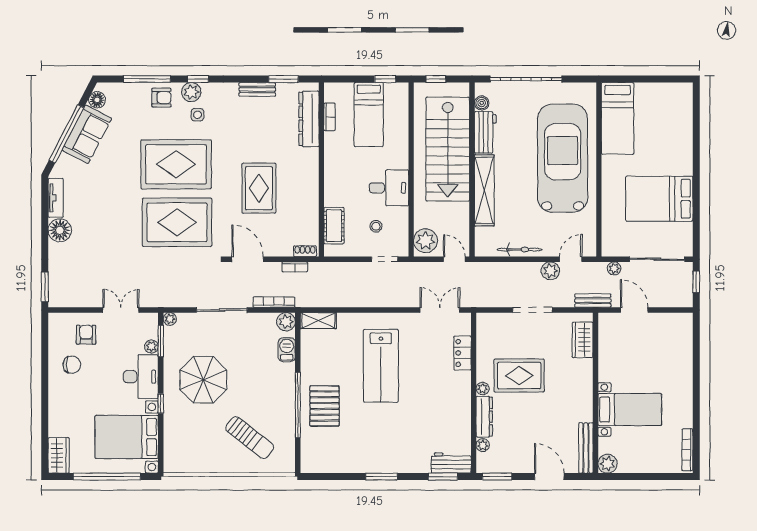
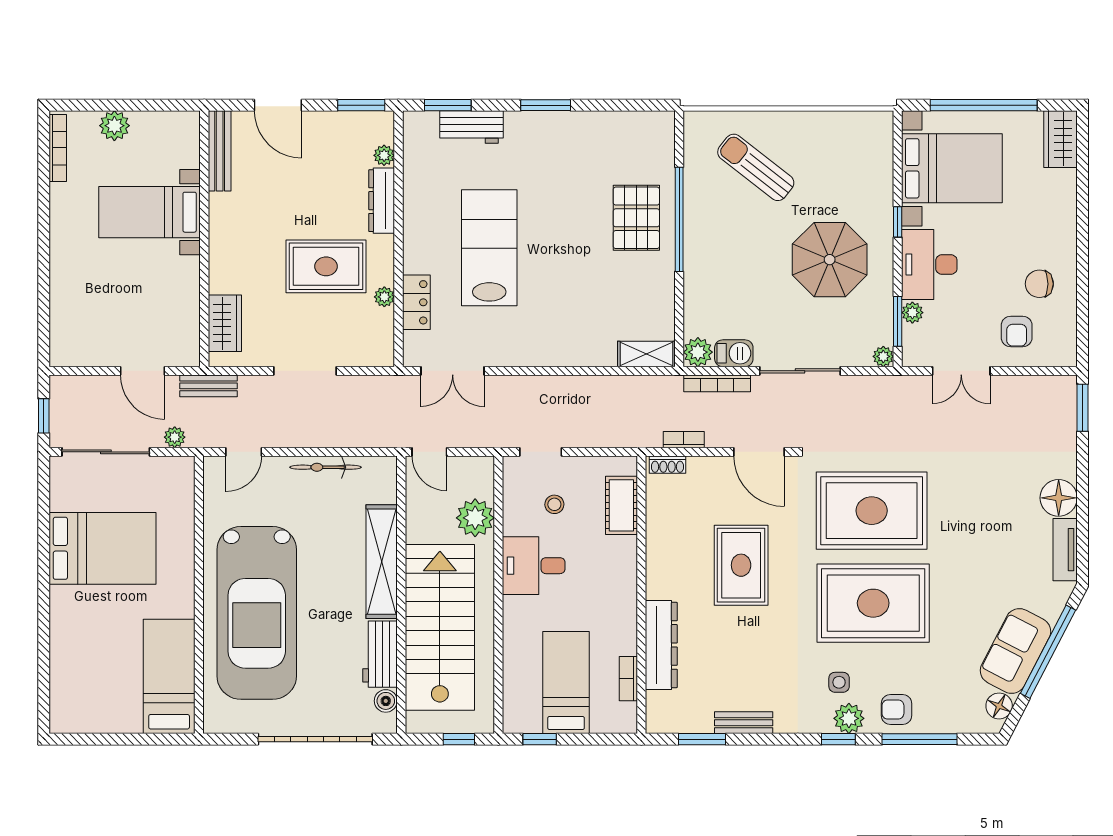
dresser: (309, 119) -> (661, 645), moved
plant: (426, 241) -> (475, 518), moved
plant: (550, 271) -> (276, 433), removed
barbecue: (287, 350) -> (734, 353), moved, turned -90
lab bench: (381, 366) -> (489, 248), moved
plant: (483, 388) -> (384, 297), moved
workbench: (451, 463) -> (472, 127), moved
plant: (608, 464) -> (114, 126), moved

